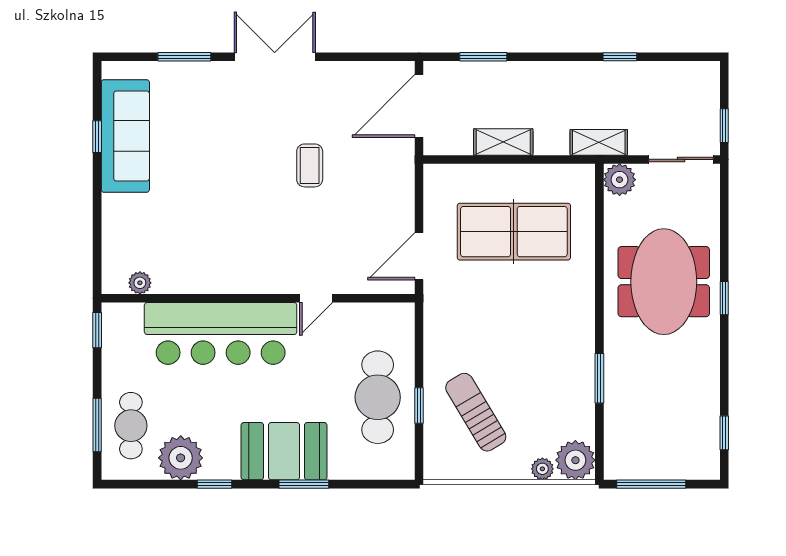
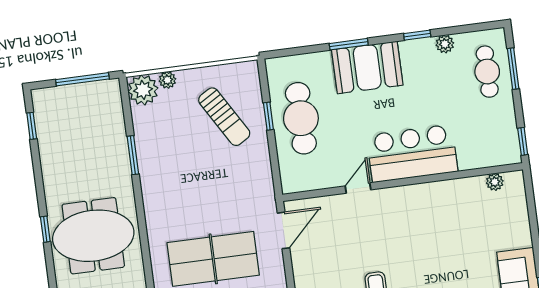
meeting table: (664, 282) -> (93, 236), turned 90
bar counter: (221, 333) -> (412, 153), width x0.73
plant: (181, 458) -> (445, 44), width x0.53, depth x0.53

